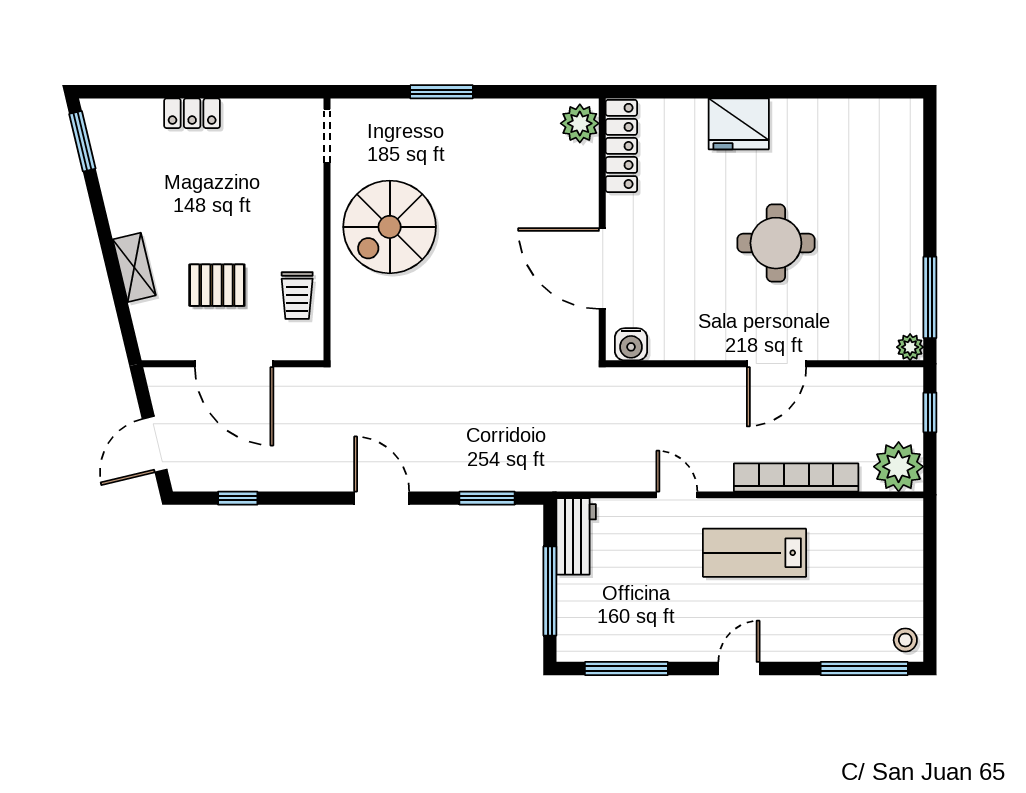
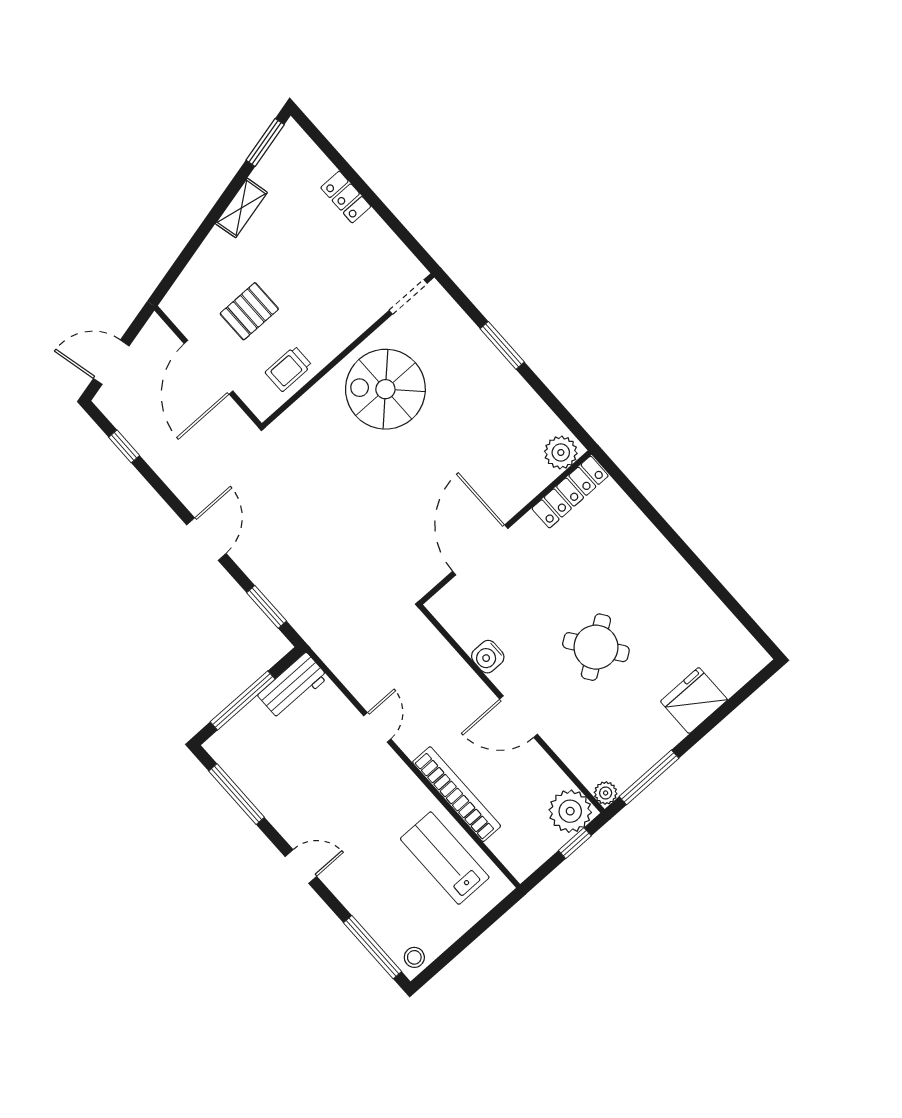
fridge: (739, 124) -> (694, 700), moved, turned 90
round table: (776, 243) -> (596, 647), turned -35
shelving: (134, 267) -> (241, 208), moved
pallet: (217, 285) -> (249, 311), turned 90
water cooler: (631, 344) -> (488, 657), moved
plant: (899, 467) -> (570, 811), moved
lab bench: (755, 553) -> (445, 858), moved

